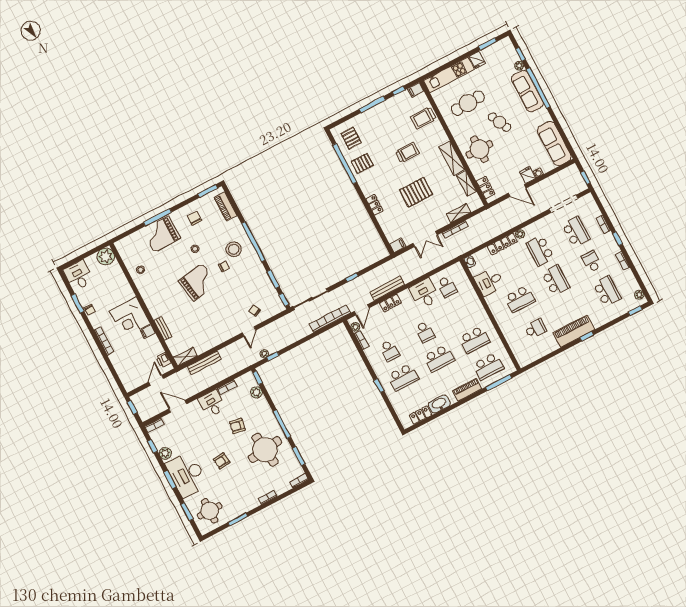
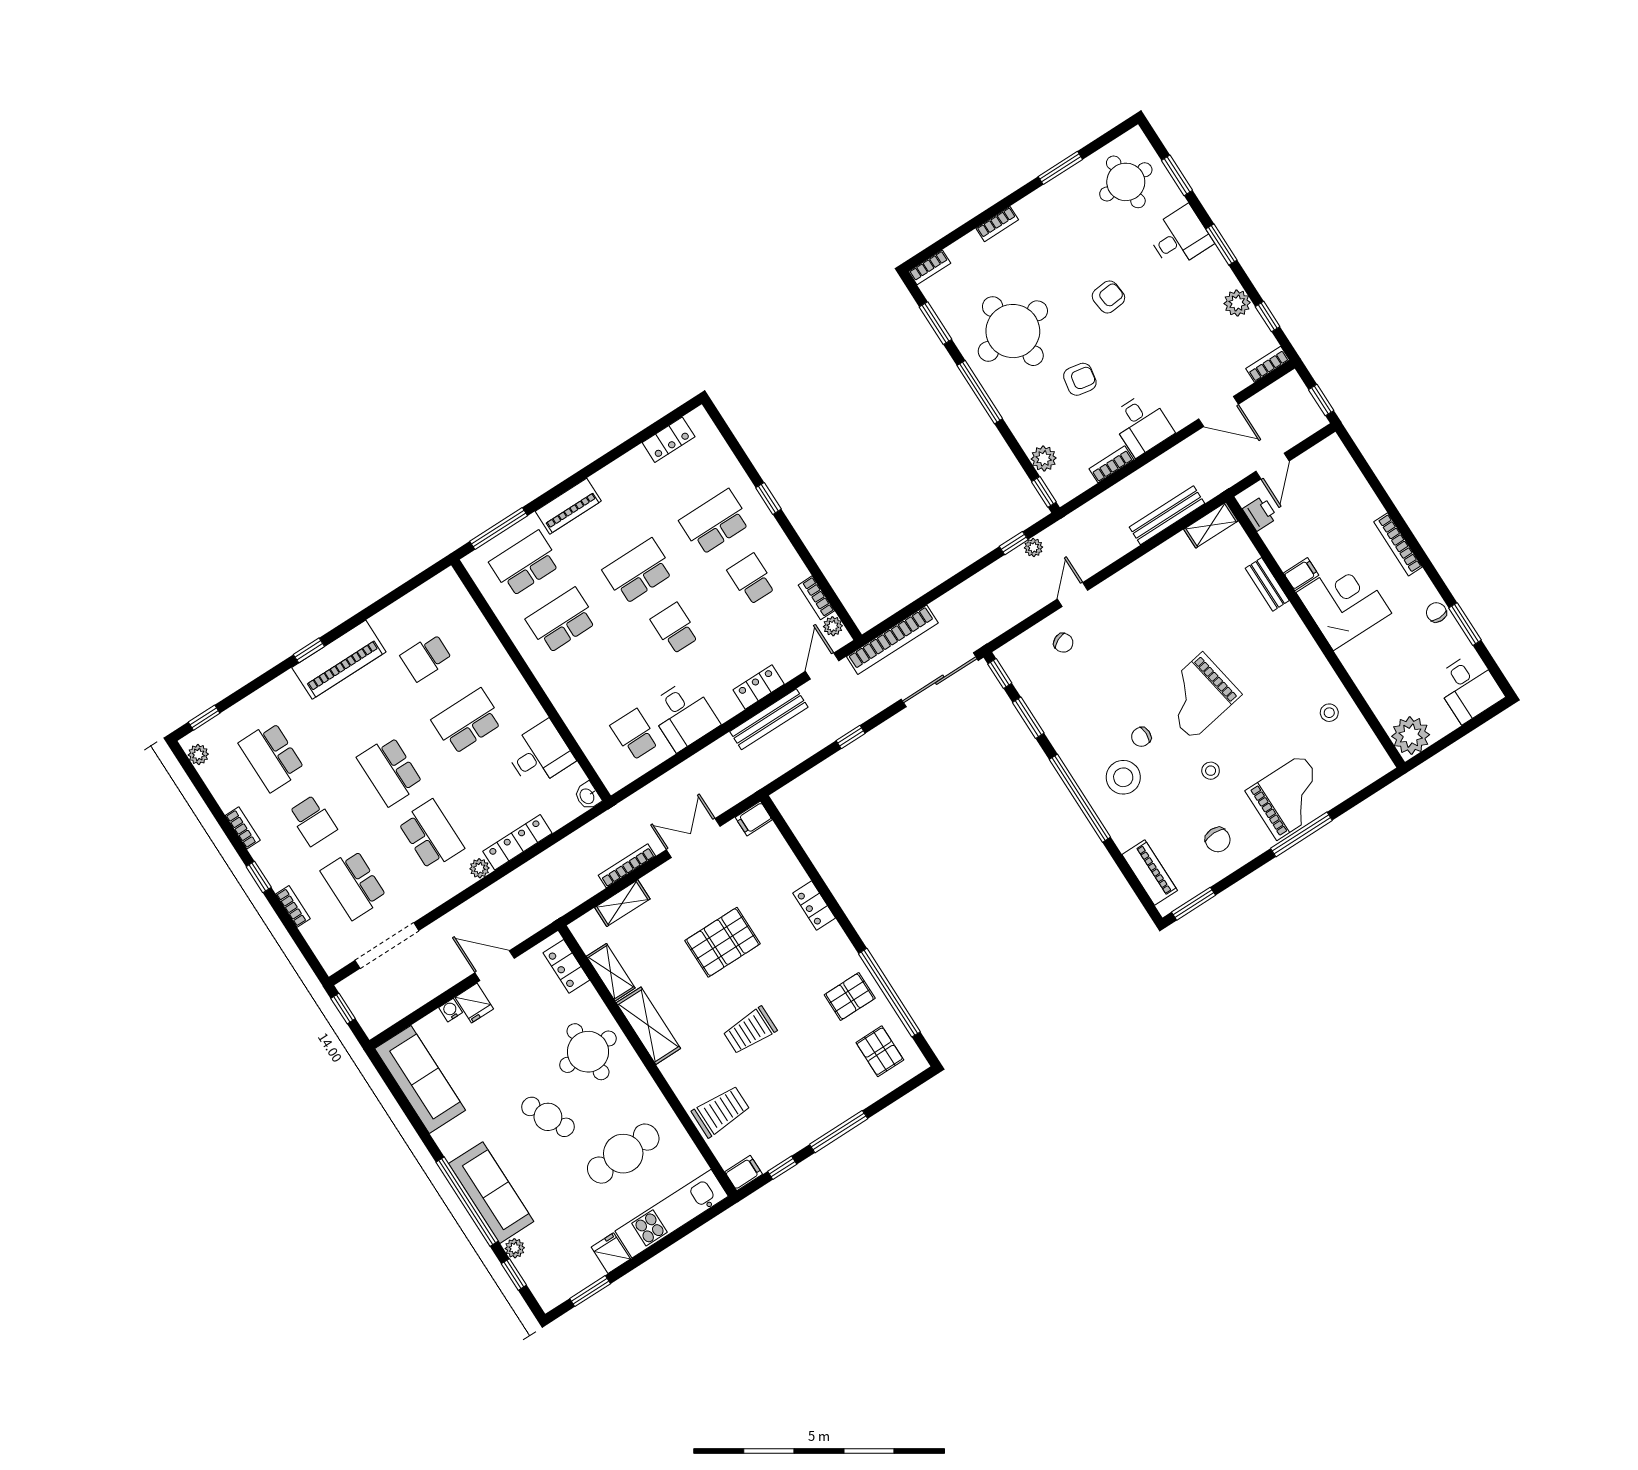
washbasin: (439, 404) -> (628, 468), removed
desk: (187, 475) -> (1180, 237), width x0.53, depth x0.77

